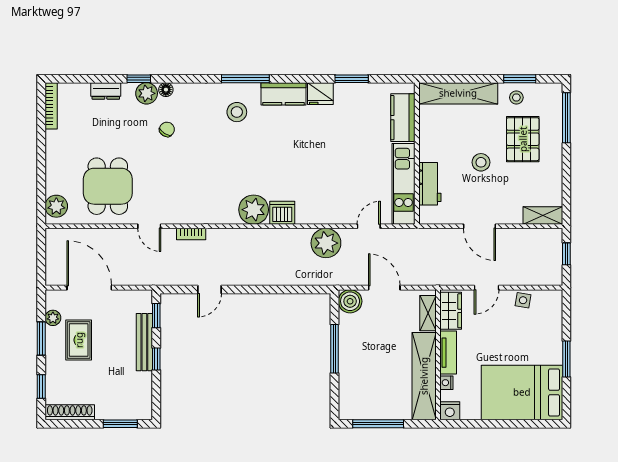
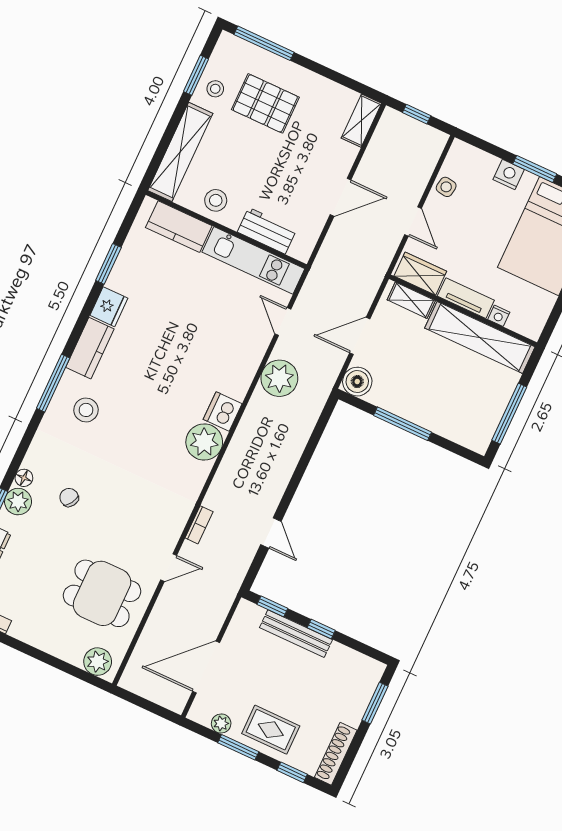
stool: (481, 162) -> (216, 200), moved
rug: (79, 340) -> (271, 730), moved
nightstand: (450, 411) -> (509, 174), moved, turned -90

